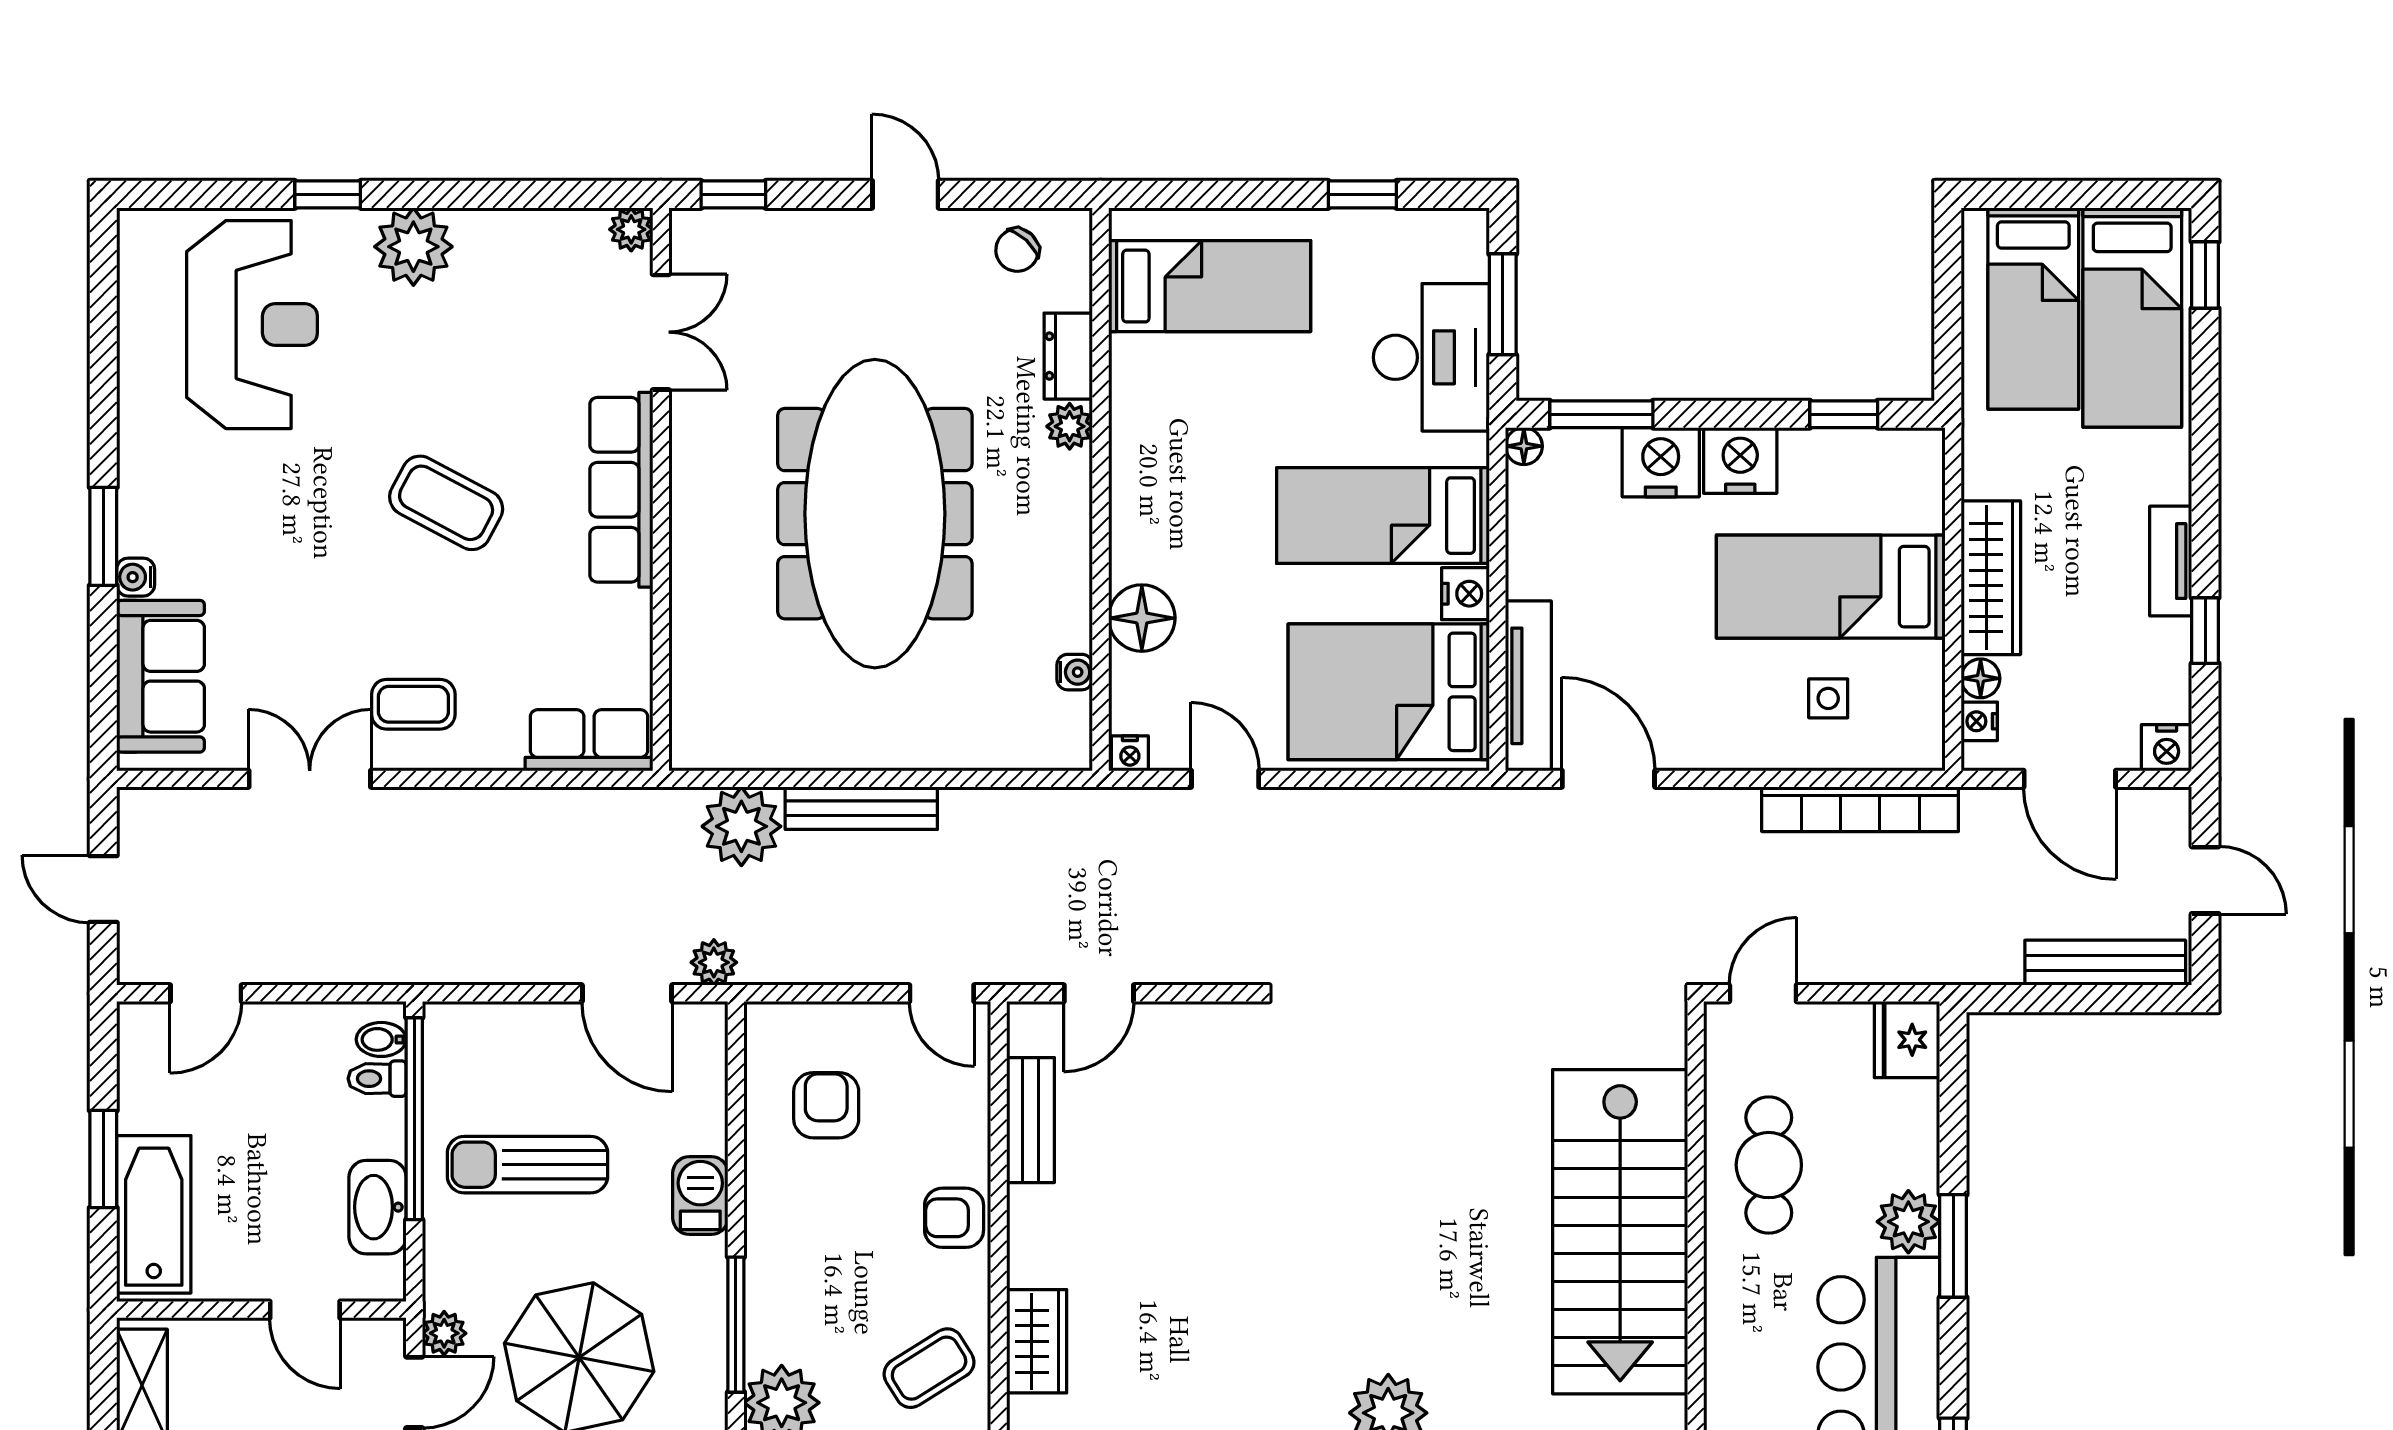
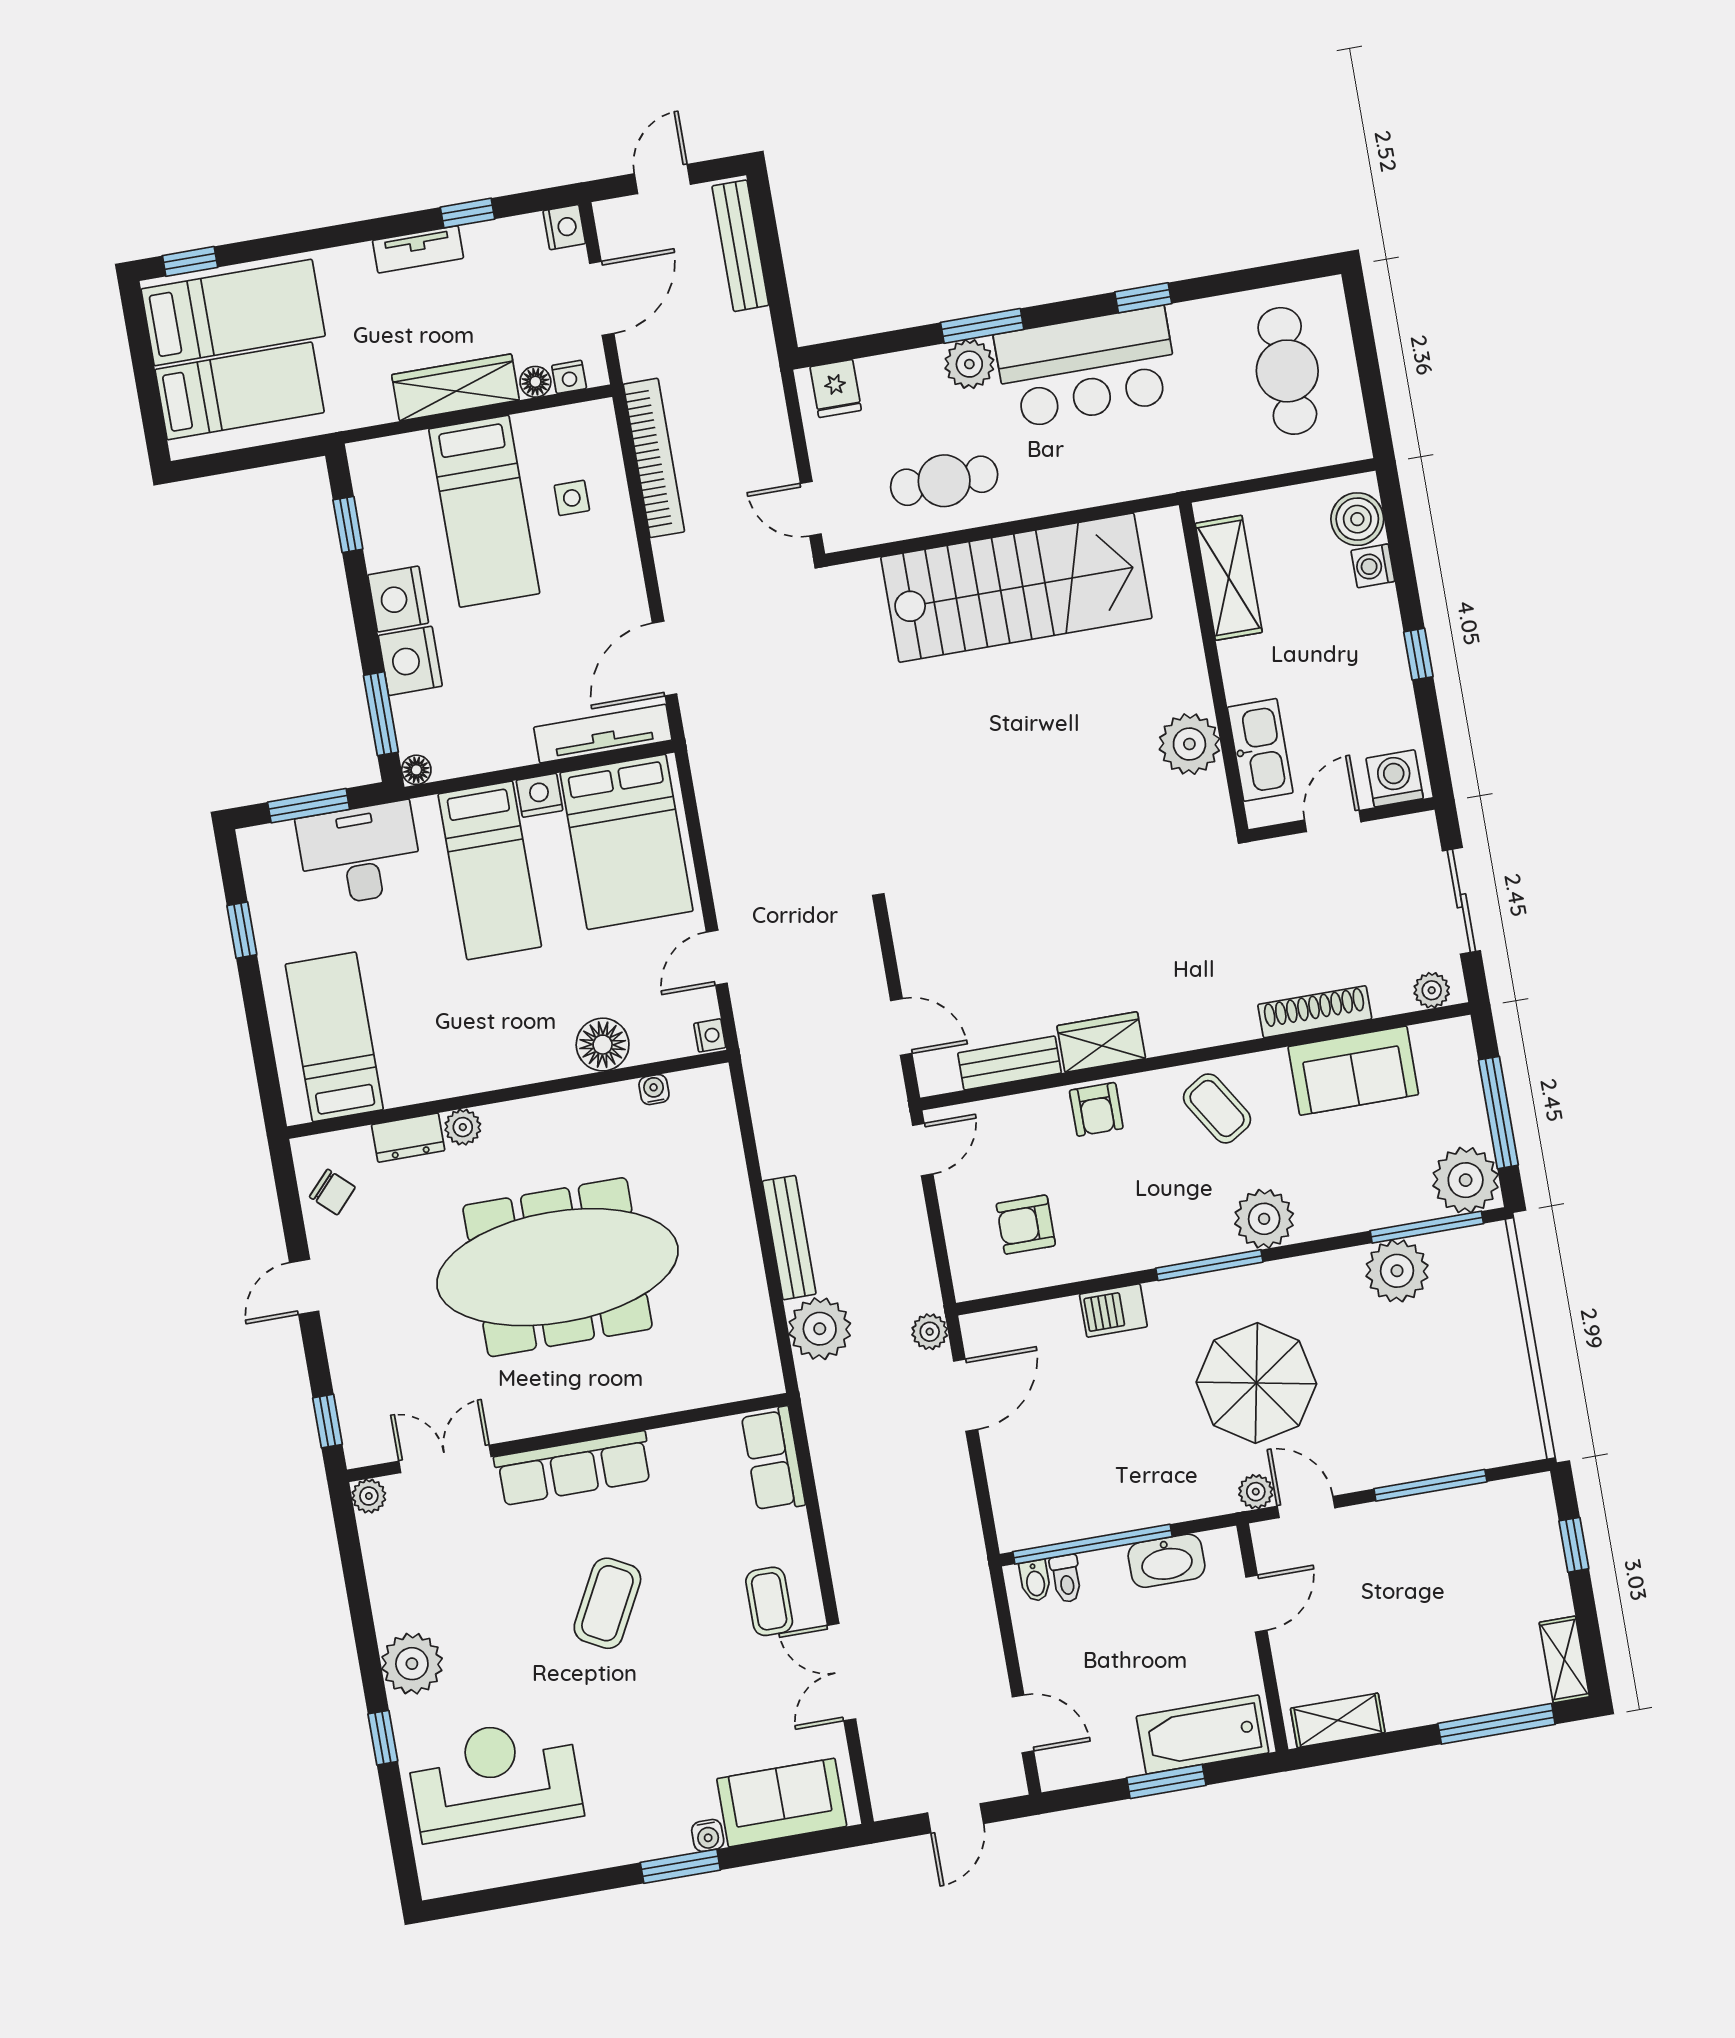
fridge: (1907, 1040) -> (836, 388), width x0.72
sun lounger: (527, 1165) -> (1113, 1450), removed
wardrobe: (1037, 1341) -> (1101, 1042), moved

